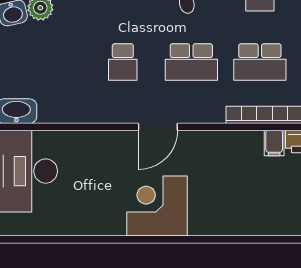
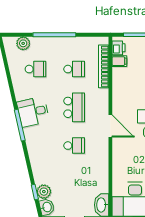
school desk: (260, 62) -> (74, 69), width x0.54

